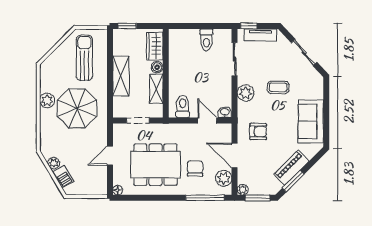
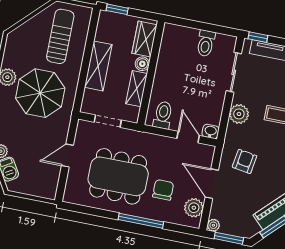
armchair: (258, 131) -> (245, 161), turned -81
floor lamp: (118, 190) -> (69, 197), removed
window: (205, 198) -> (141, 221), moved

